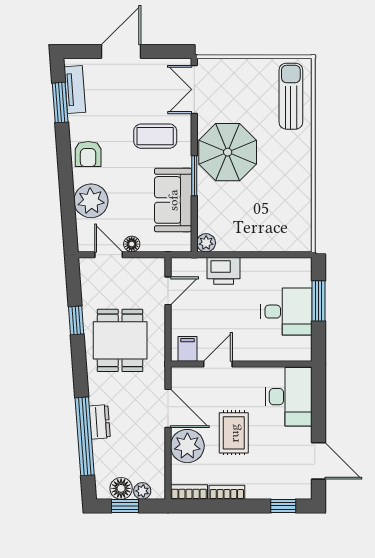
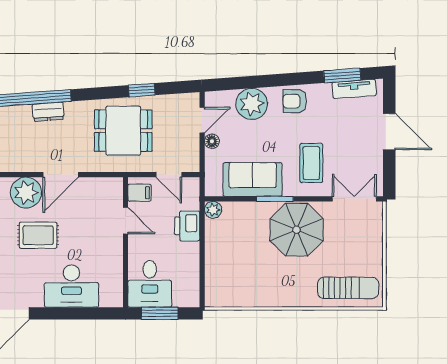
filing cabinet: (187, 349) -> (140, 193), moved
door: (218, 364) -> (126, 221), moved
wall: (241, 364) -> (126, 242), moved

